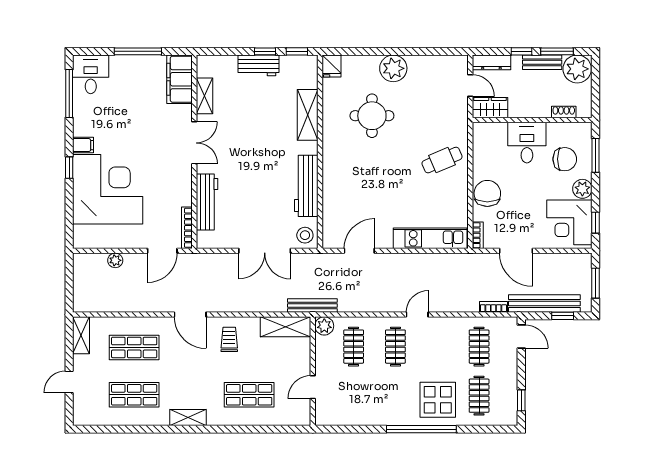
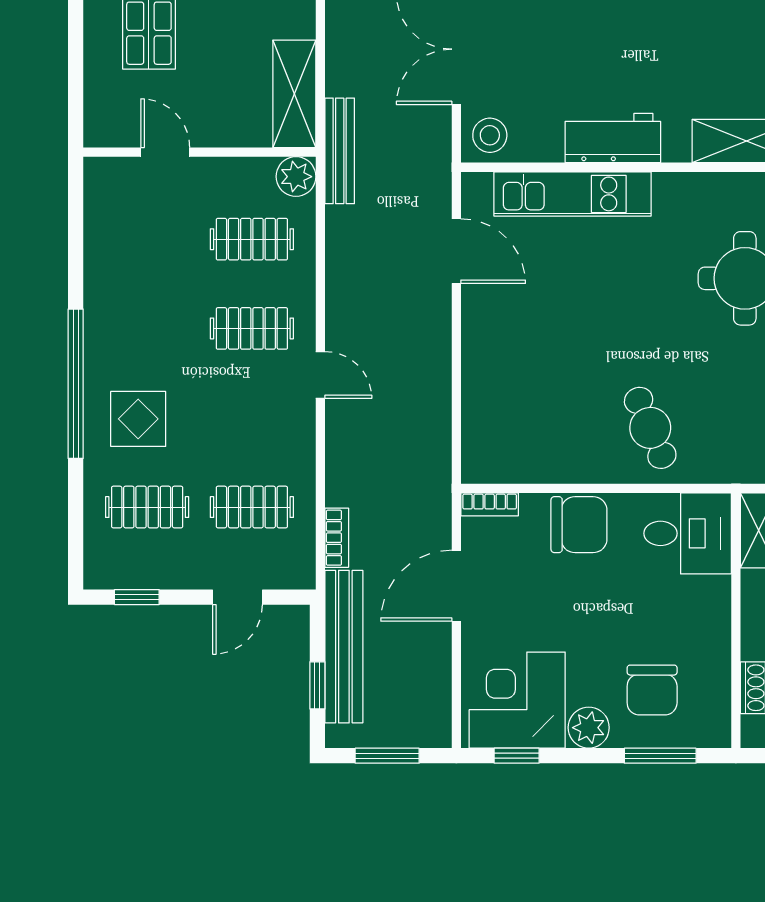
desk: (527, 143) -> (688, 533), moved
workbench: (306, 186) -> (613, 138), width x0.73
kitchen unit: (430, 238) -> (573, 194), moved, turned 90
door: (521, 336) -> (237, 597), moved
display table: (438, 400) -> (138, 419), width x0.73, depth x0.73

